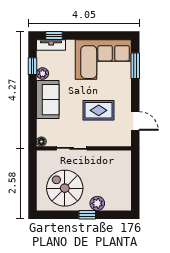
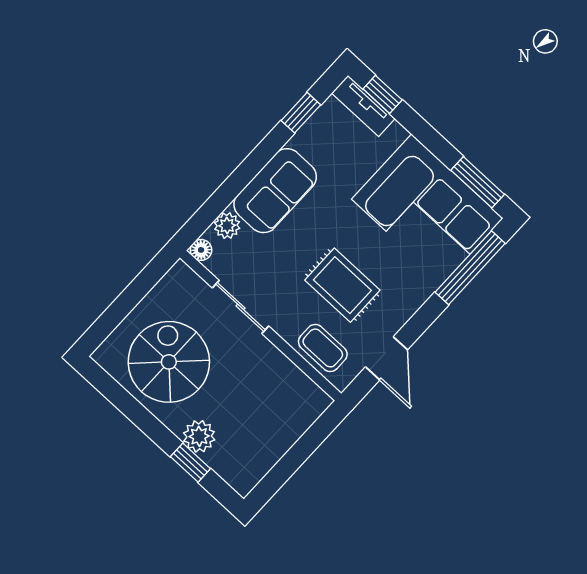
window: (112, 35) -> (478, 182), added
window: (135, 66) -> (470, 268), width x1.44
plant: (43, 74) -> (227, 226), moved
coffee table: (111, 137) -> (323, 348), added
window: (87, 215) -> (190, 463), moved

